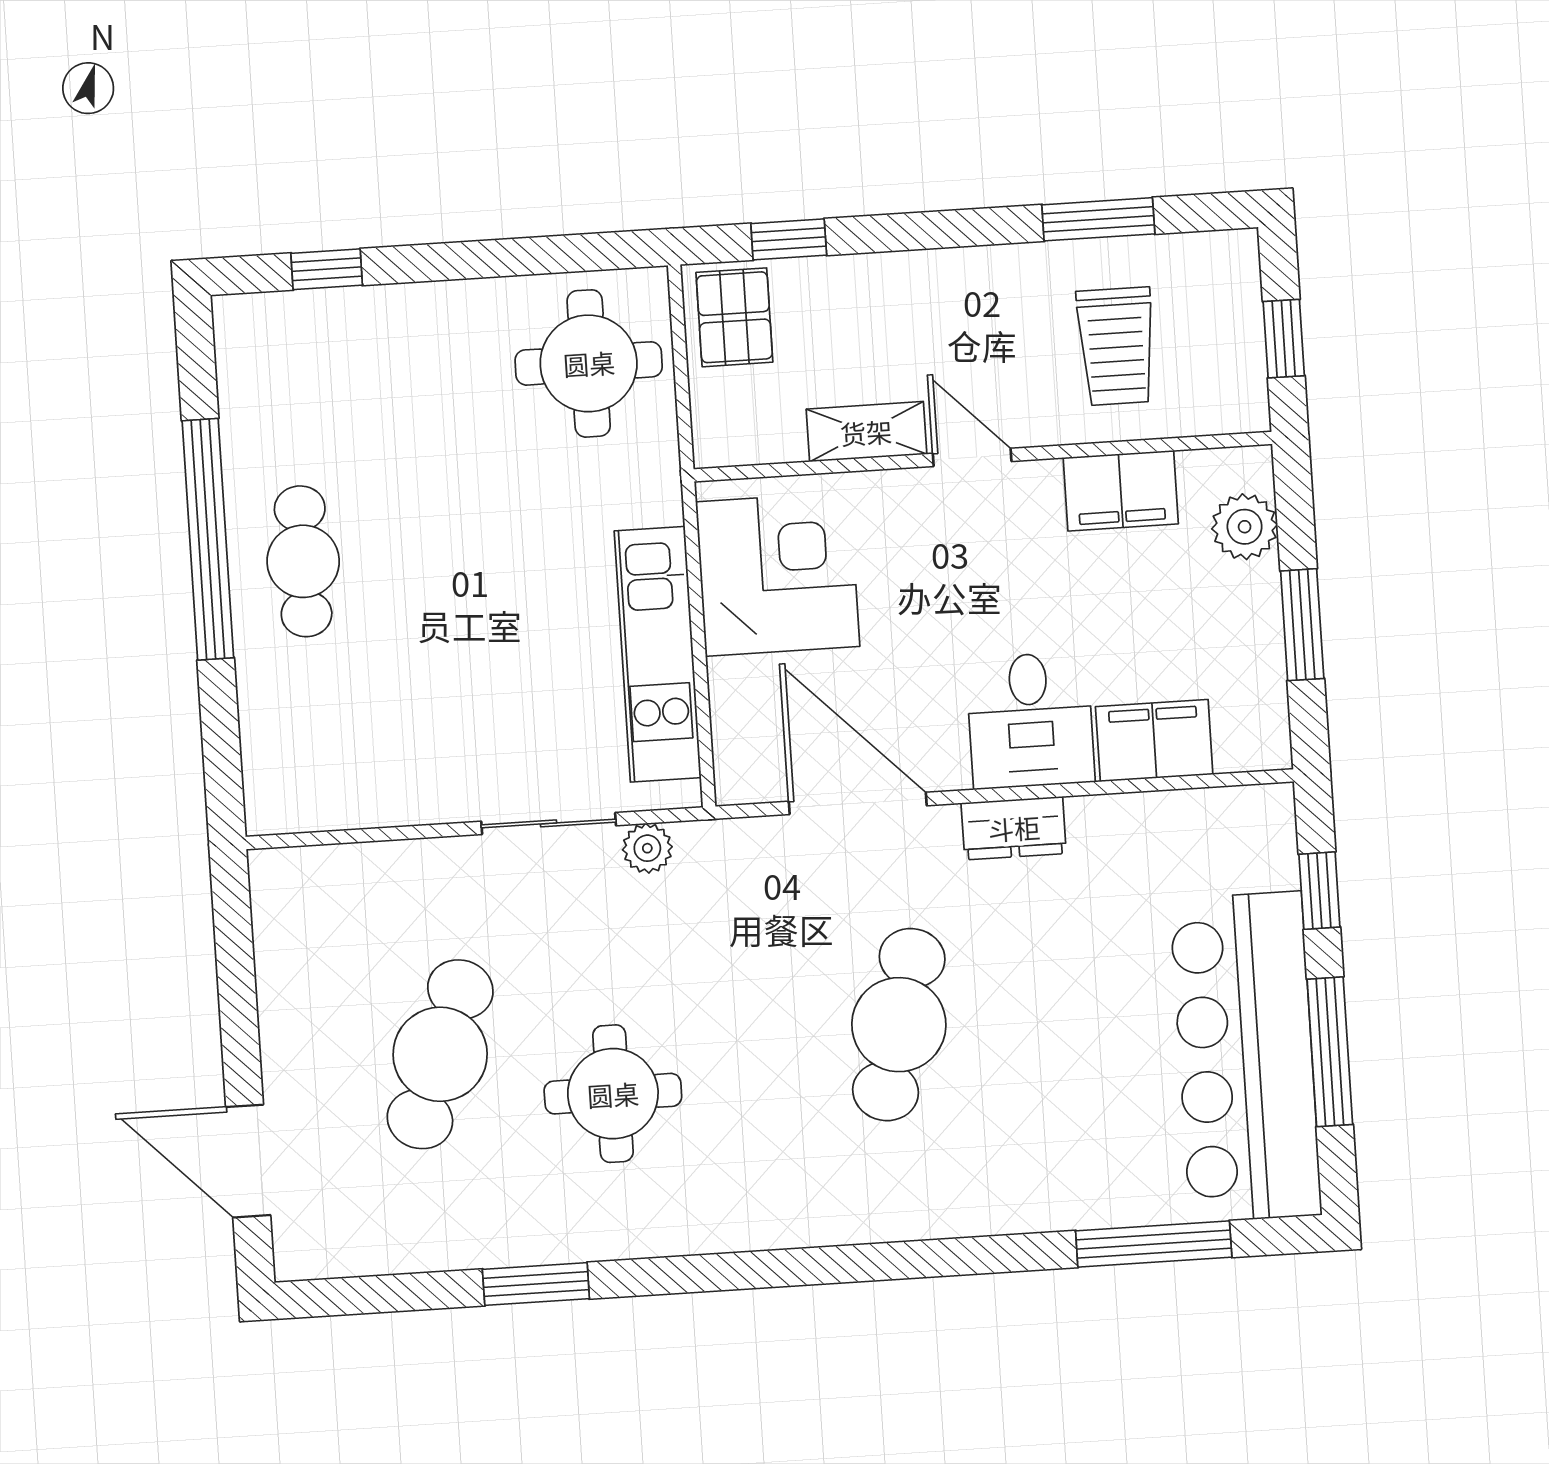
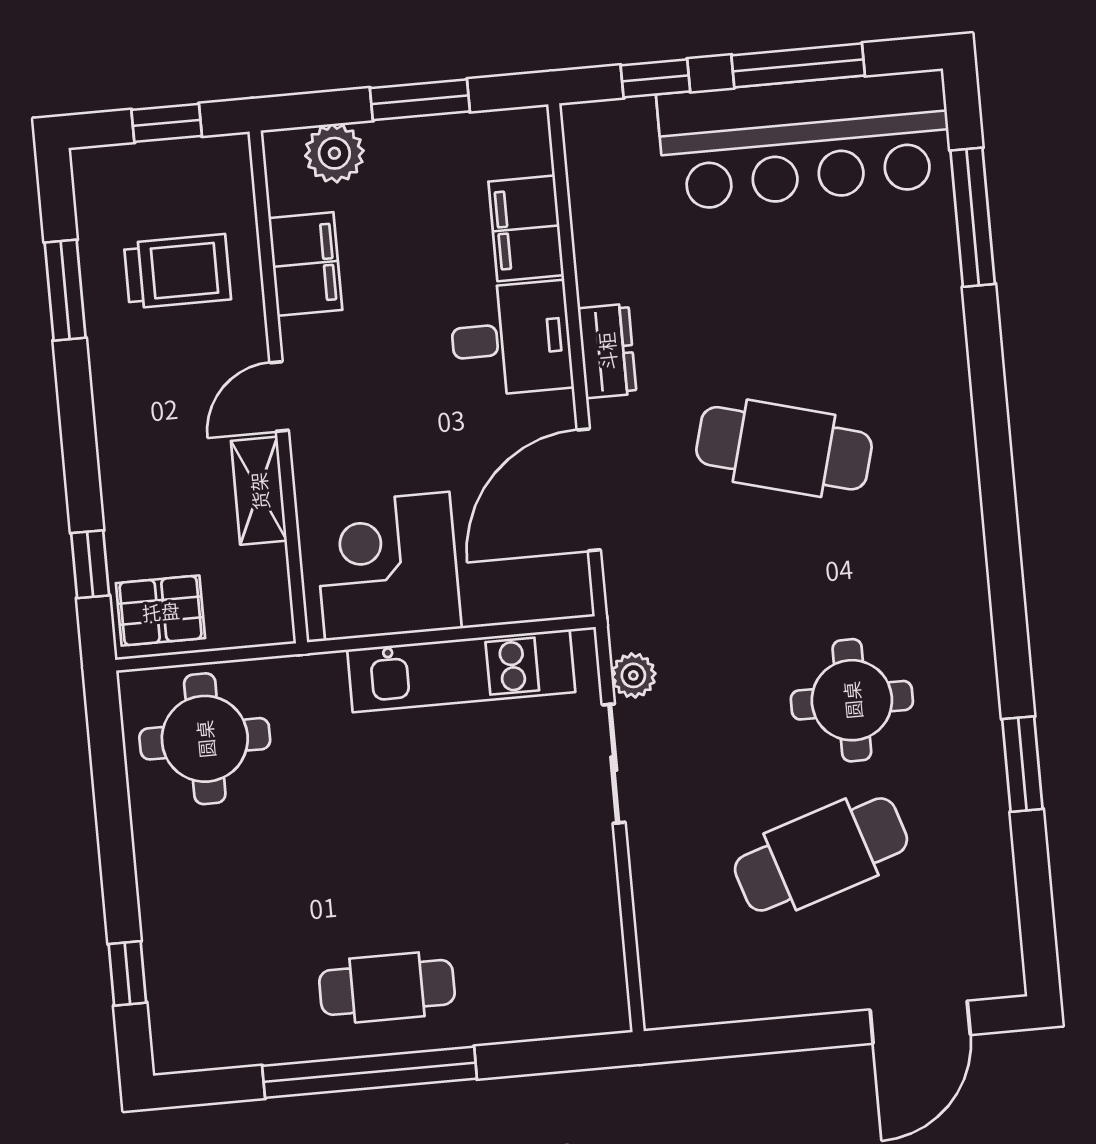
cafe table: (440, 1054) -> (821, 854), turned -39

